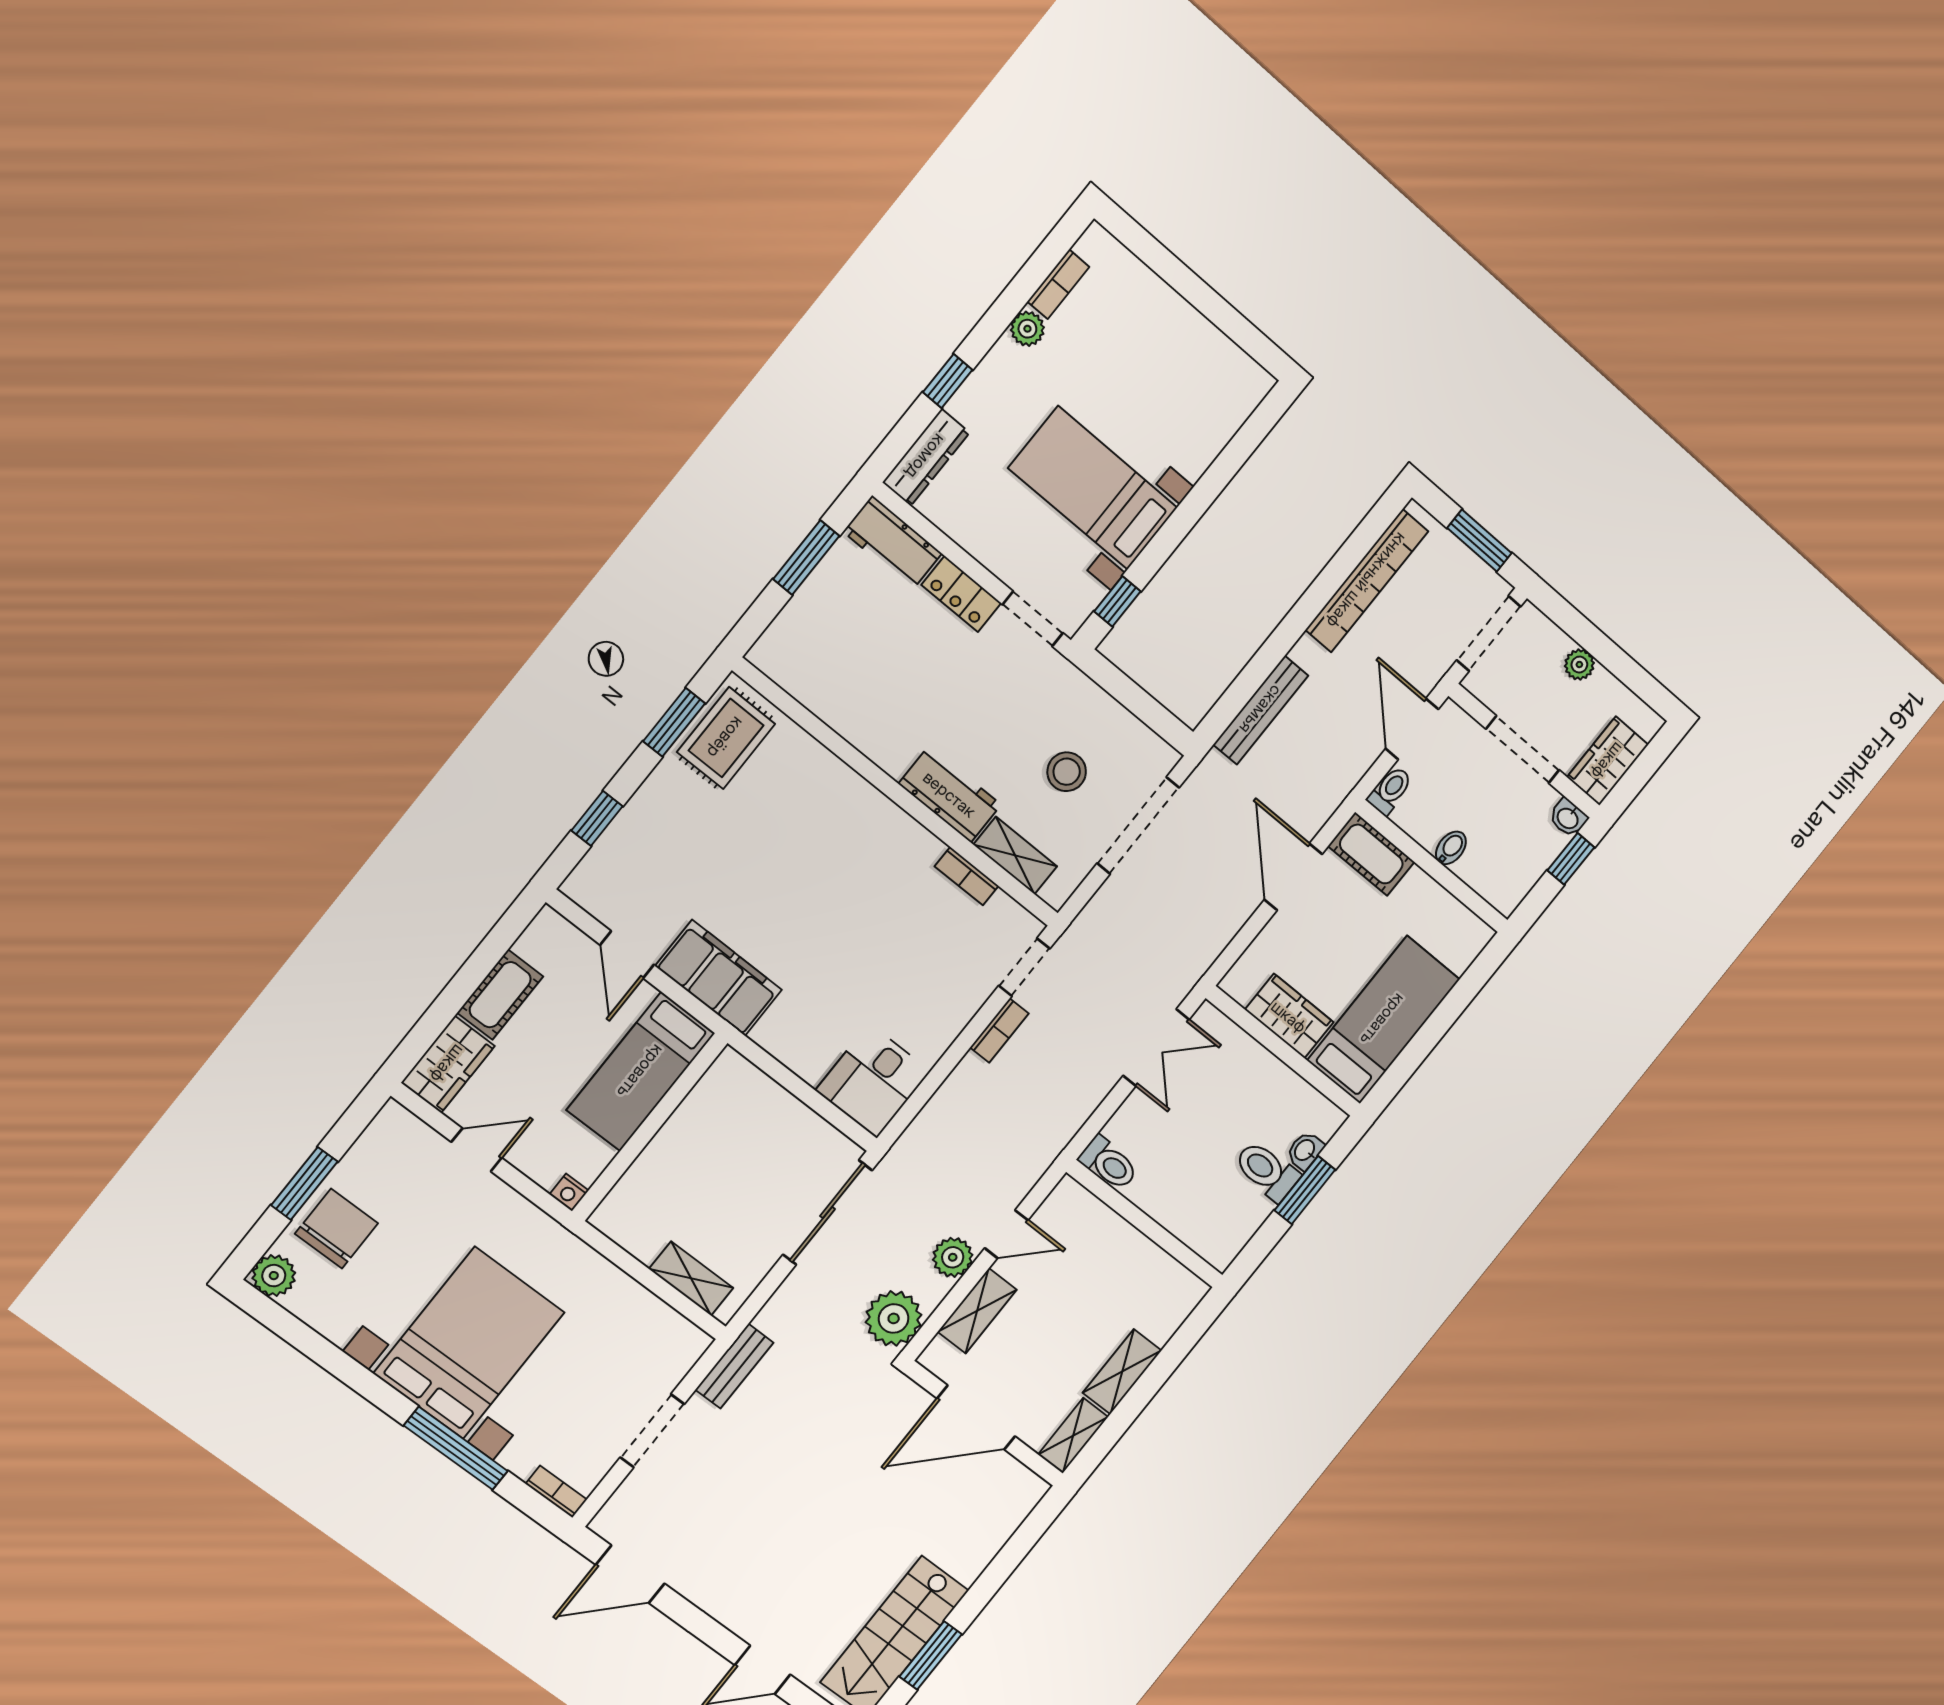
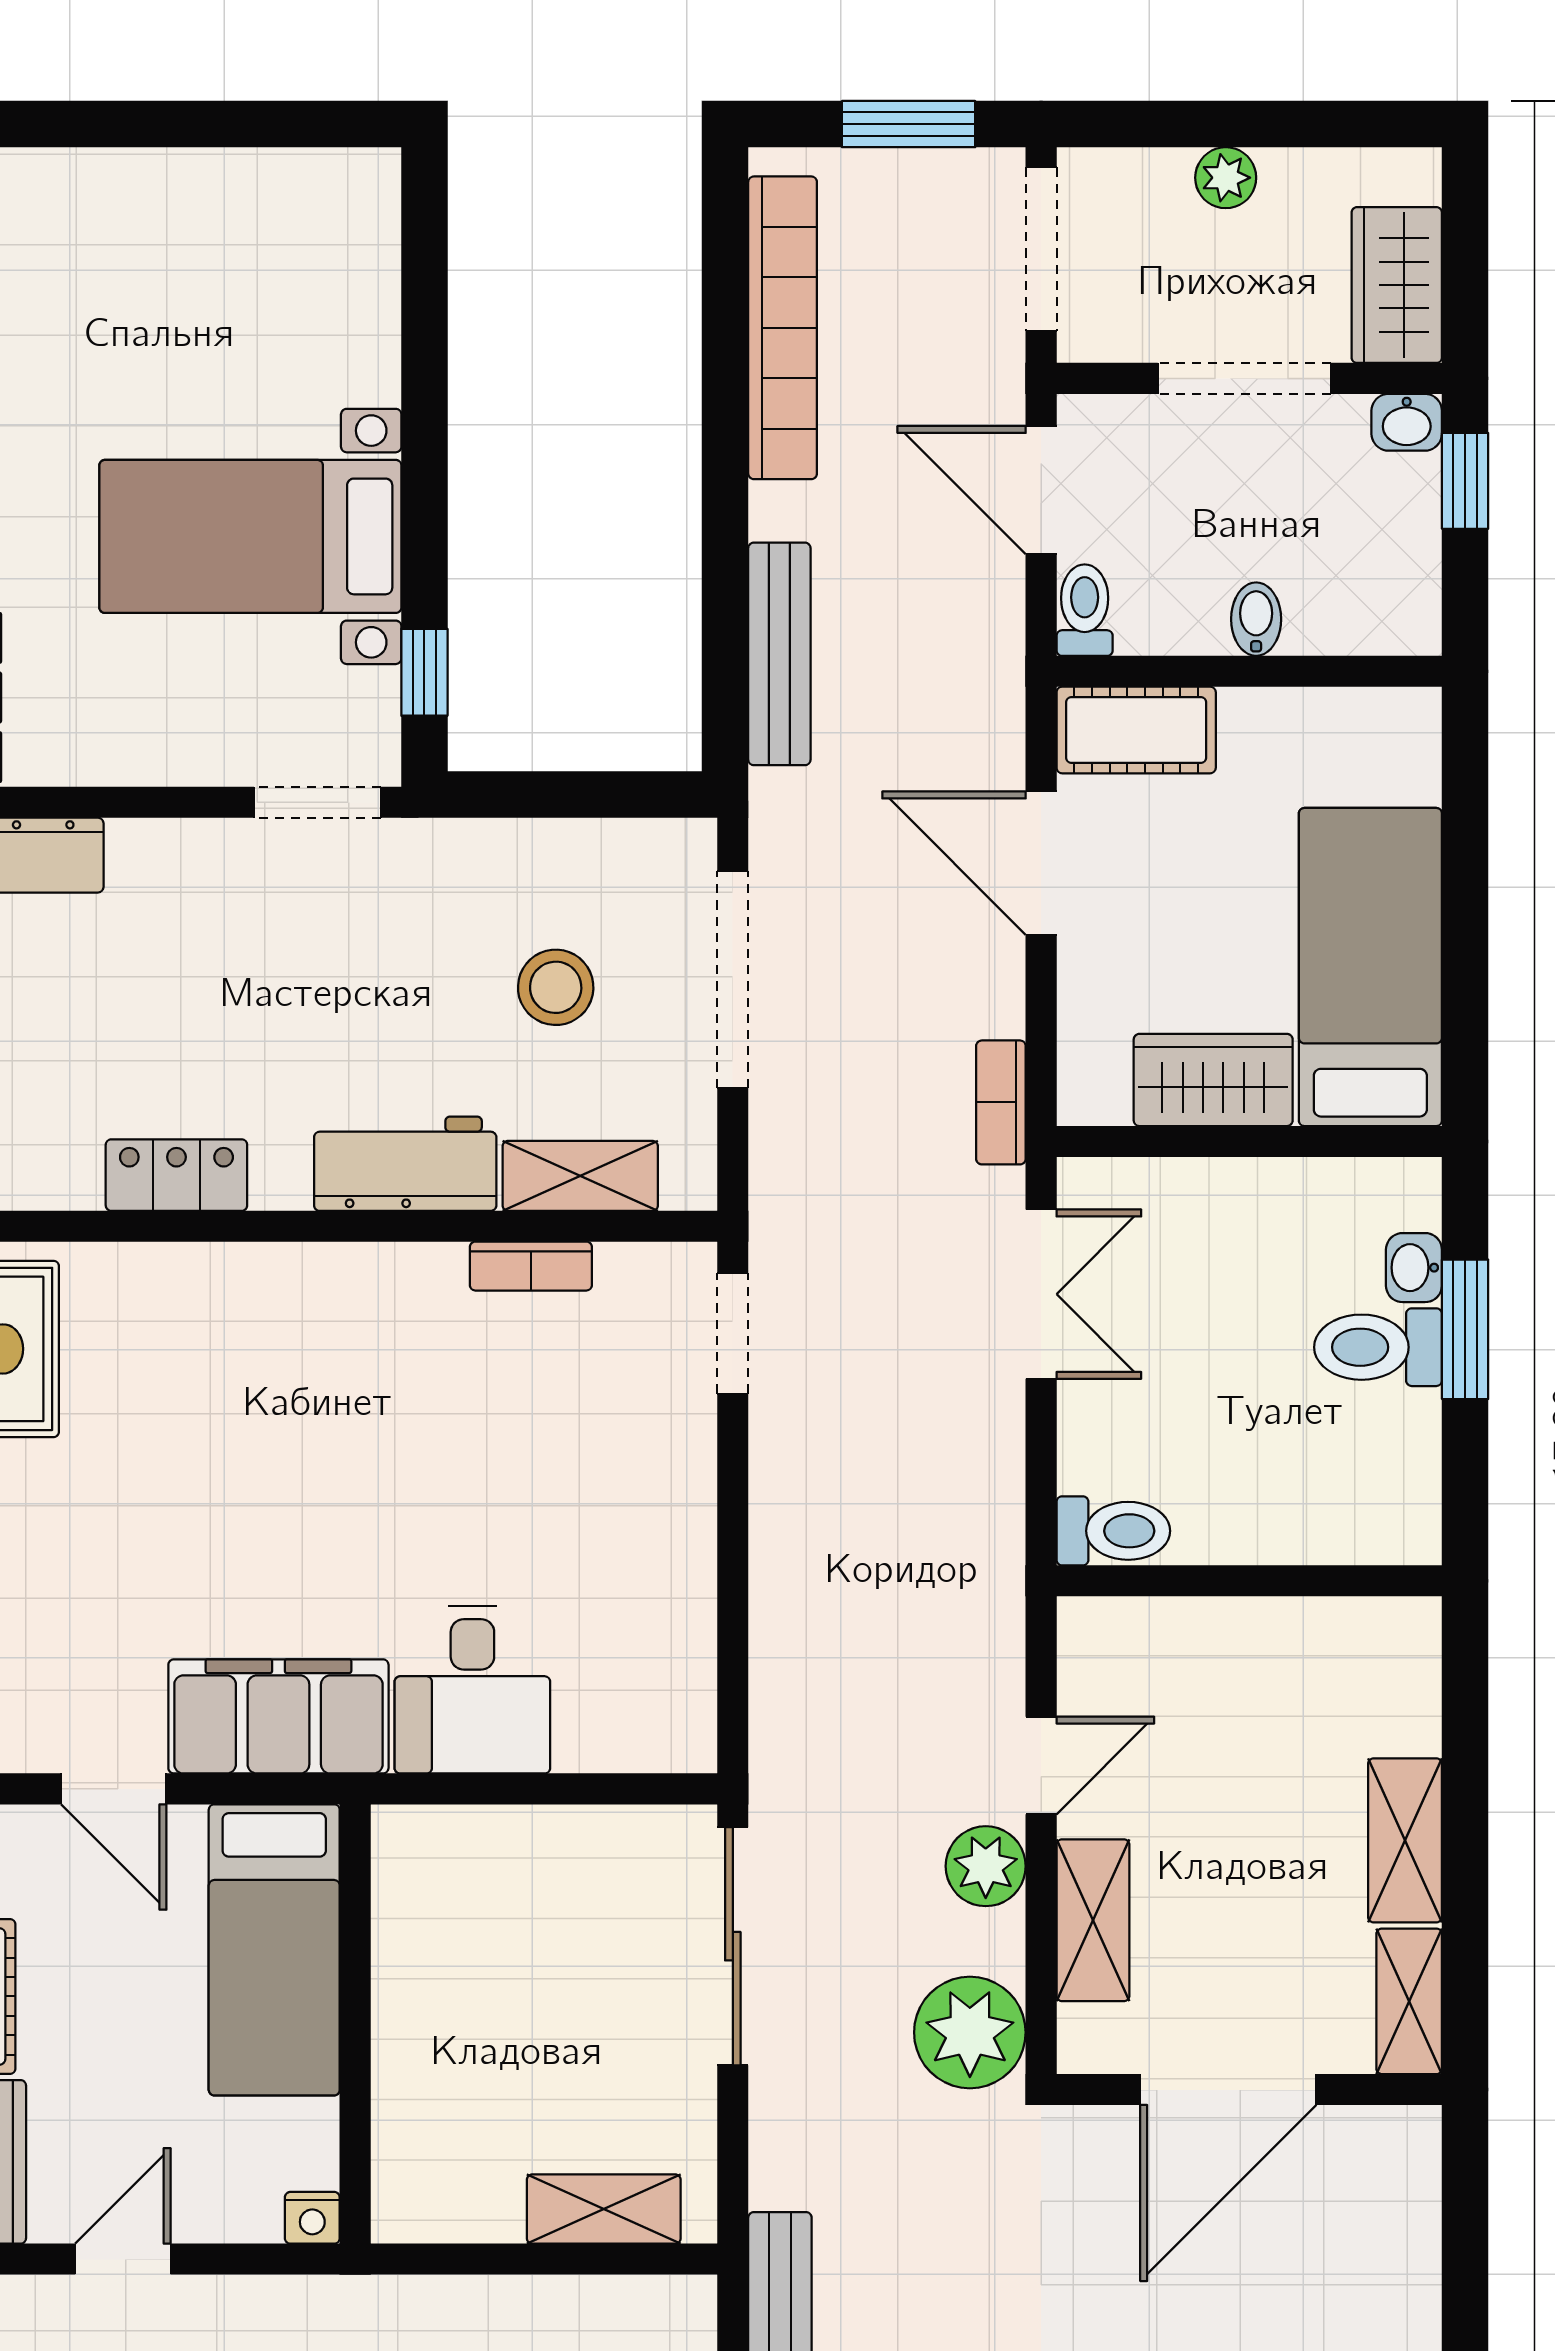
locker: (961, 594) -> (176, 1175), moved, turned 180
bookcase: (999, 1031) -> (1001, 1102), moved, turned 180
desk: (873, 1081) -> (472, 1690), moved

